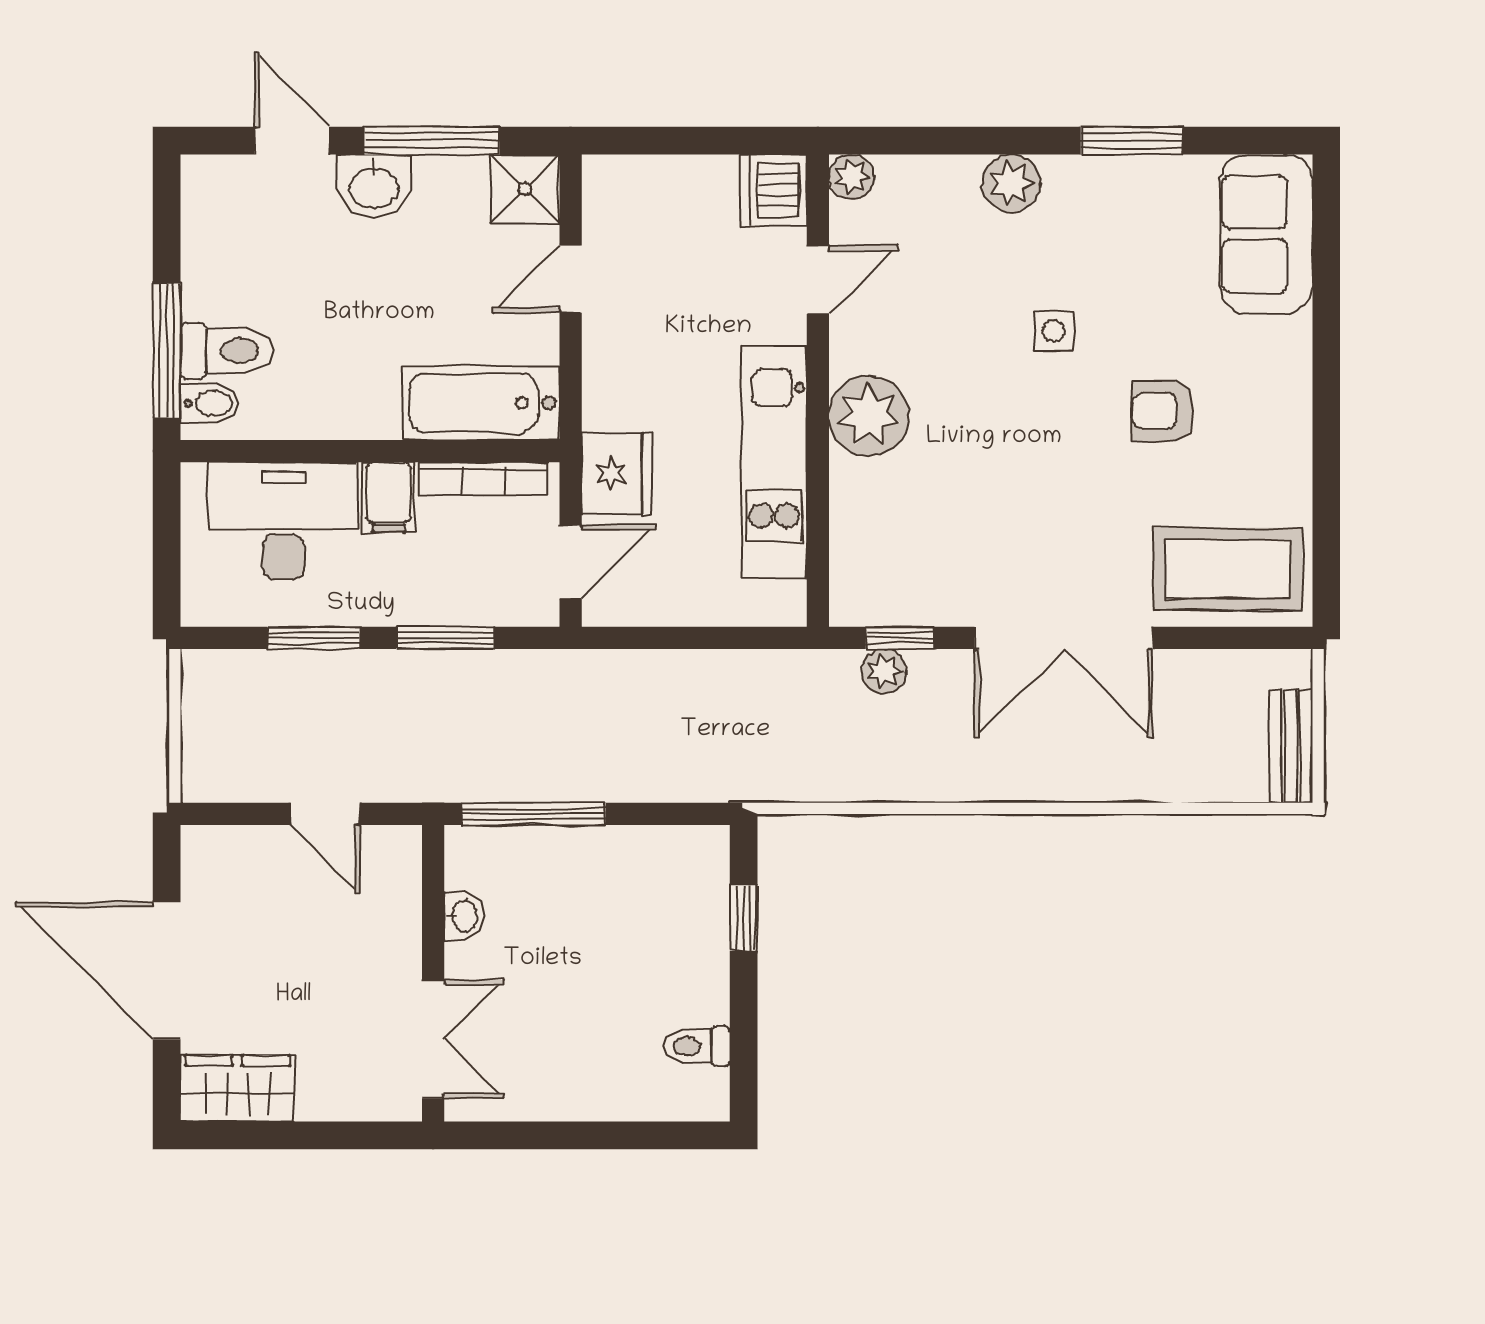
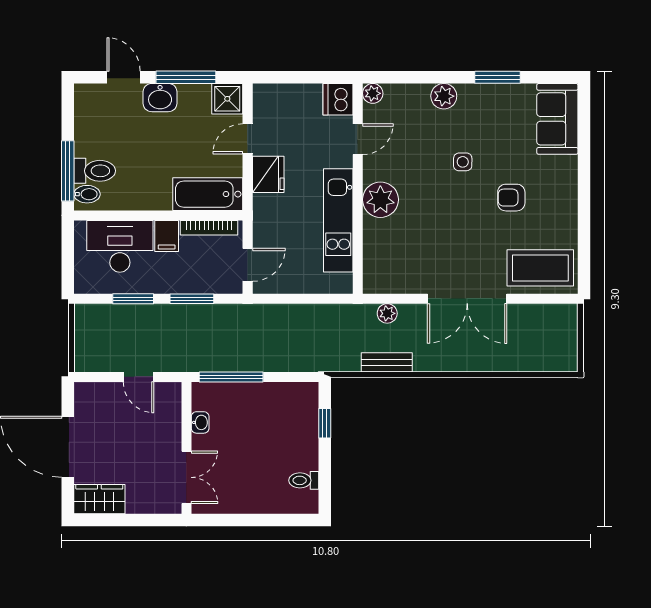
fridge: (617, 473) -> (268, 174), moved
window: (900, 638) -> (394, 299), removed
bench: (1291, 746) -> (387, 362), moved, turned 90

